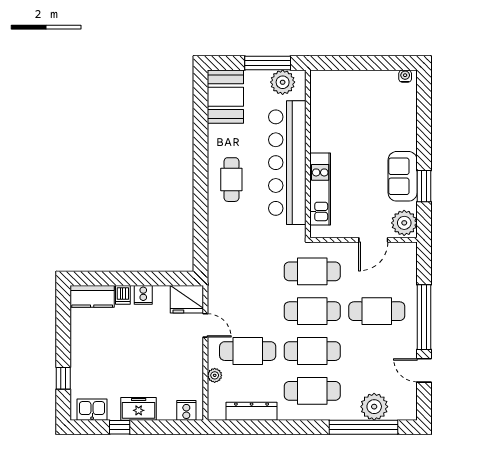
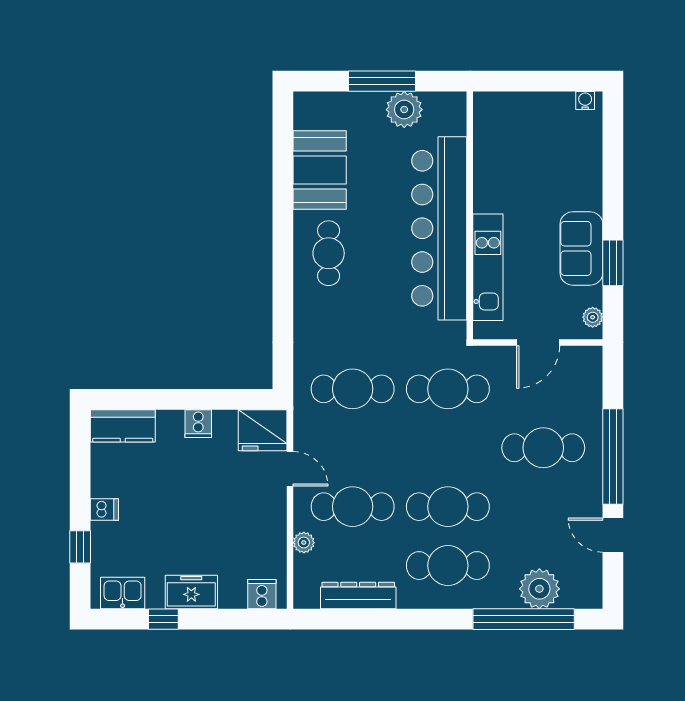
booth: (225, 97) -> (320, 170), moved
wall: (308, 154) -> (470, 215), moved
bar counter: (287, 163) -> (439, 228), moved
kitchen unit: (320, 189) -> (488, 267), moved
plant: (404, 223) -> (593, 317), width x0.53, depth x0.53
dishwasher: (123, 295) -> (104, 509), moved, turned -90
cafe table: (312, 311) -> (353, 389), moved

